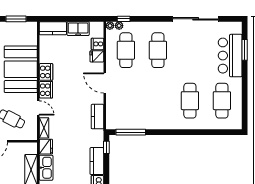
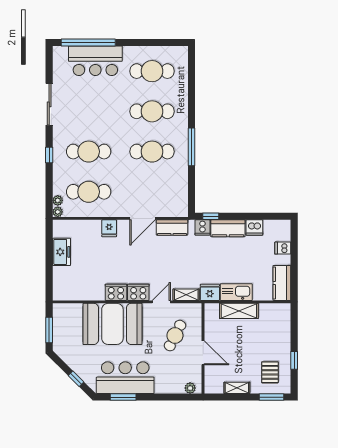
window: (124, 19) -> (49, 155), moved
sliding door: (196, 19) -> (49, 104), width x0.73
kitchen counter: (53, 28) -> (61, 284), removed
cooker: (98, 44) -> (202, 227), moved
window: (245, 50) -> (88, 42), width x2.11
fridge: (97, 56) -> (109, 228), moved
door: (105, 83) -> (143, 218), moved
cafe table: (158, 101) -> (152, 152), added
window: (131, 132) -> (191, 147), moved

